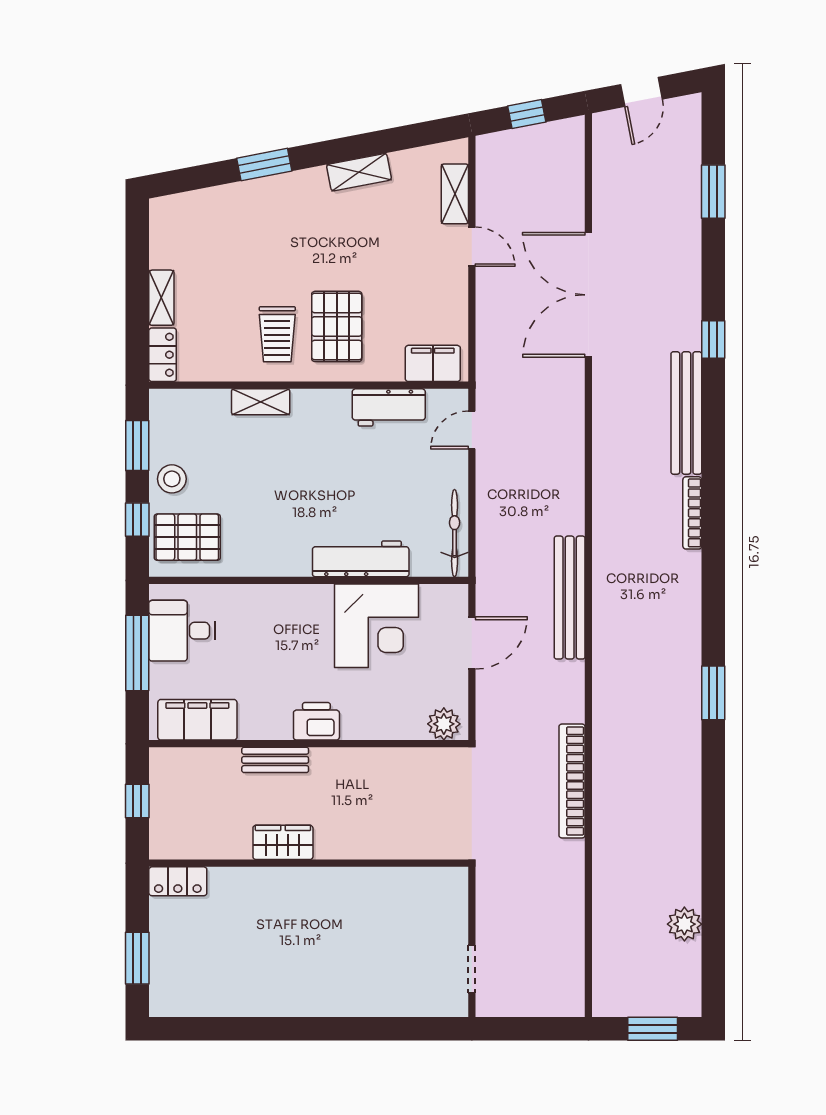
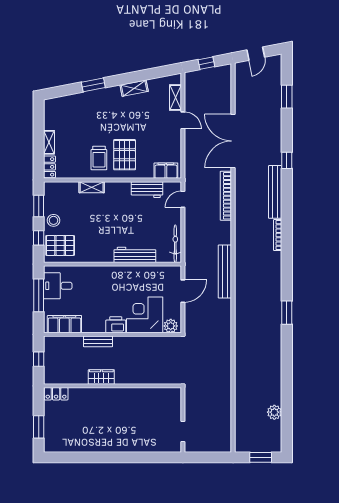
corner desk: (376, 626) -> (145, 315), moved, turned 180
bookcase: (572, 781) -> (226, 196), moved

